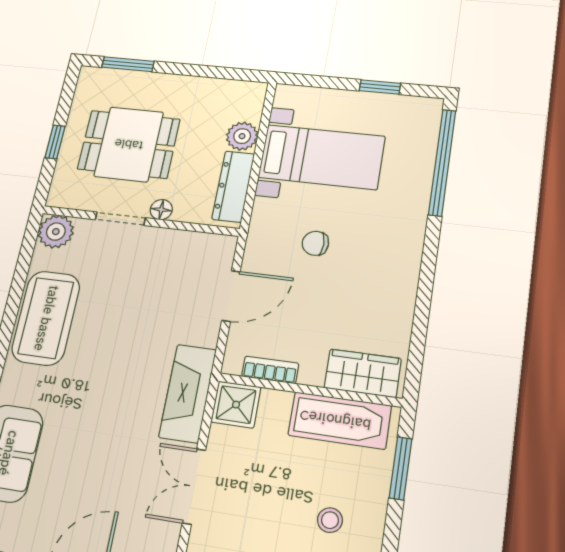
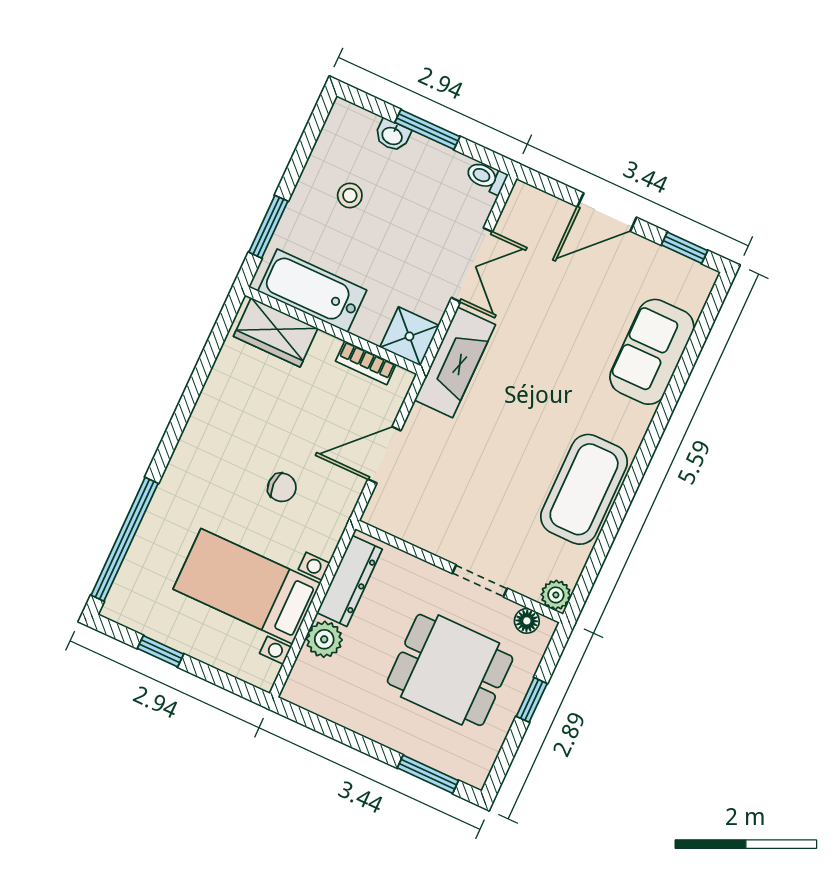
floor lamp: (161, 210) -> (527, 621), moved
plant: (56, 232) -> (556, 595), width x0.73, depth x0.73

